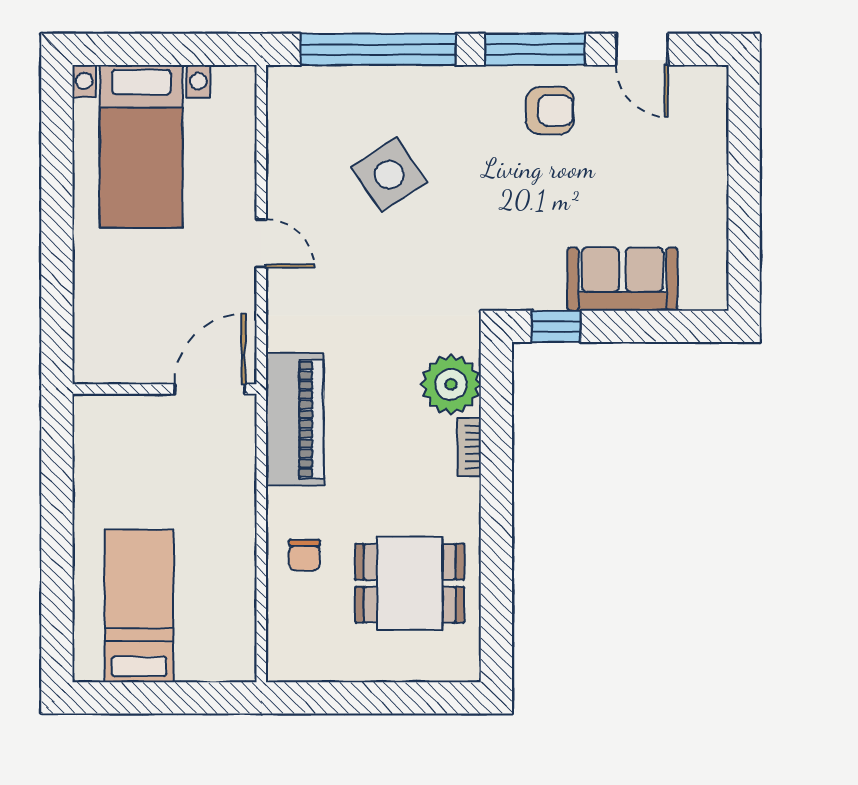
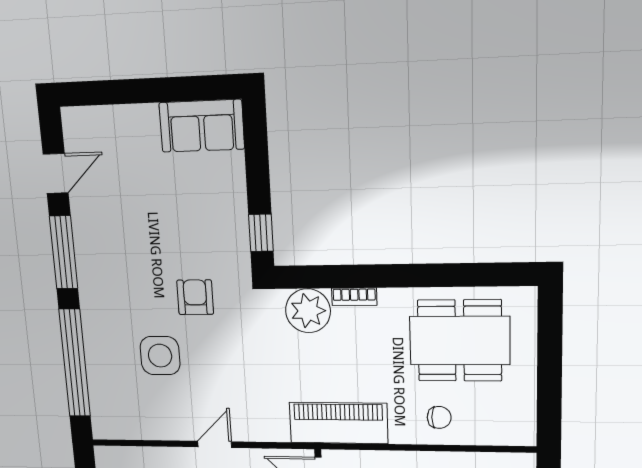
armchair: (550, 111) -> (195, 297), moved
side table: (389, 175) -> (160, 356), turned 34
sofa: (622, 279) -> (202, 126), moved, turned -90
dining table: (410, 583) -> (460, 341), width x1.38

